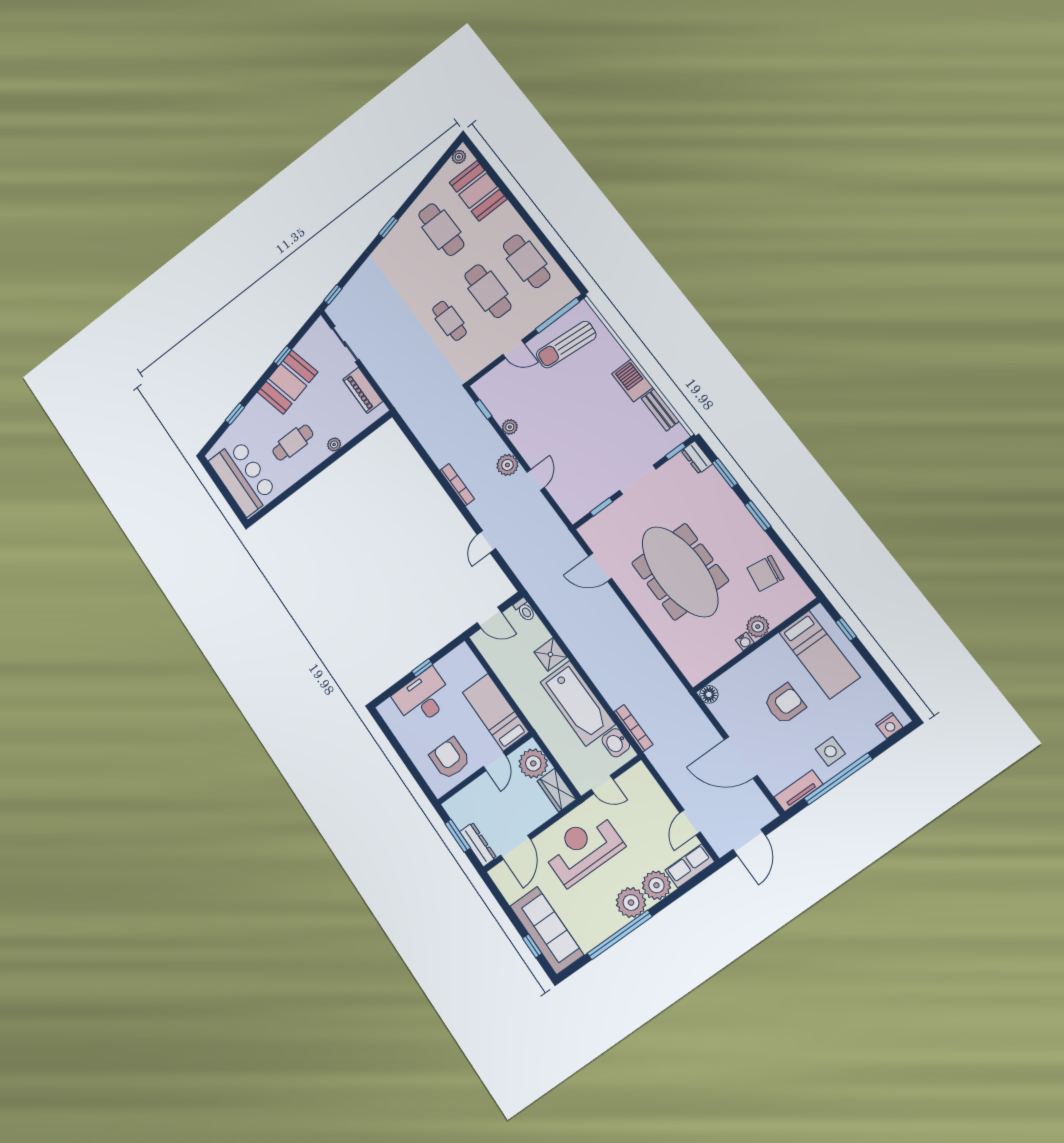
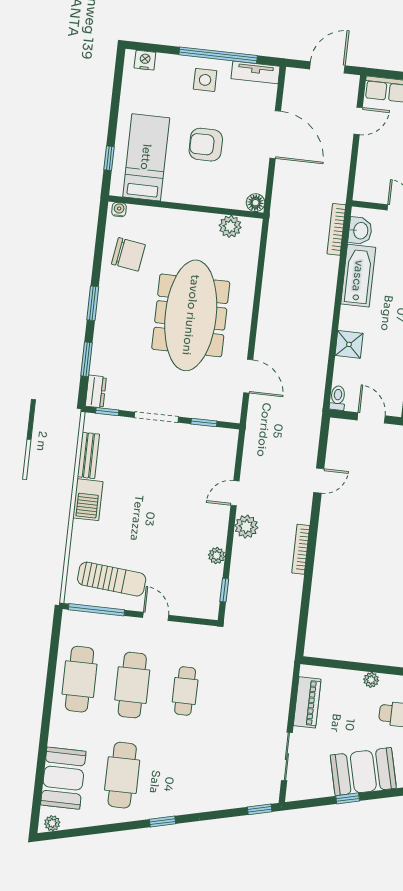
plant: (758, 626) -> (230, 226), moved
water cooler: (745, 641) -> (119, 210), moved
bathtub: (578, 703) -> (358, 276), width x0.73, depth x0.73

